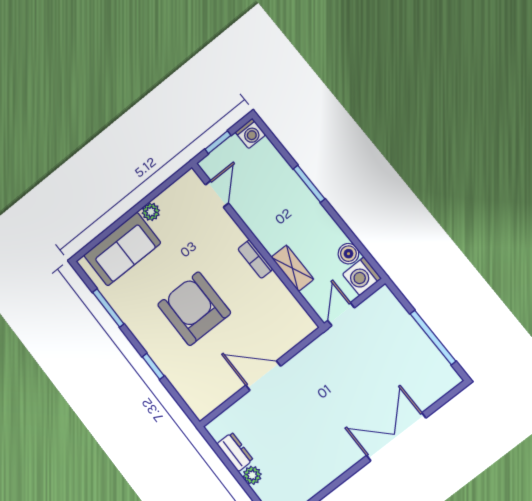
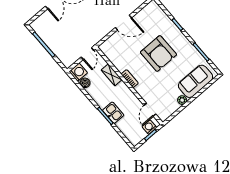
washing machine: (250, 133) -> (149, 127), moved
kitchen sink: (292, 190) -> (113, 113), added

